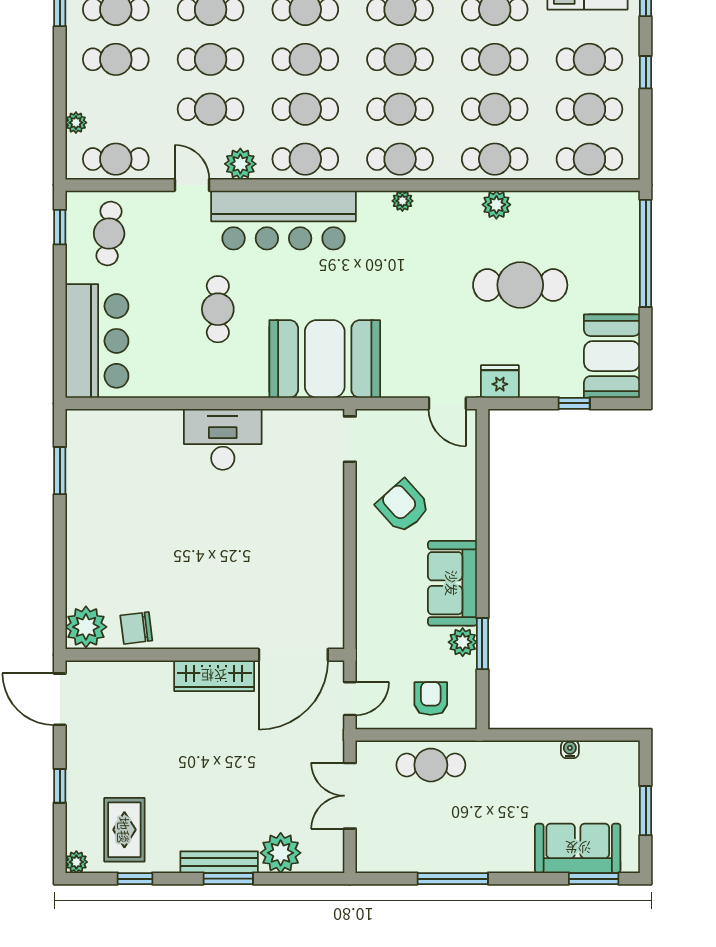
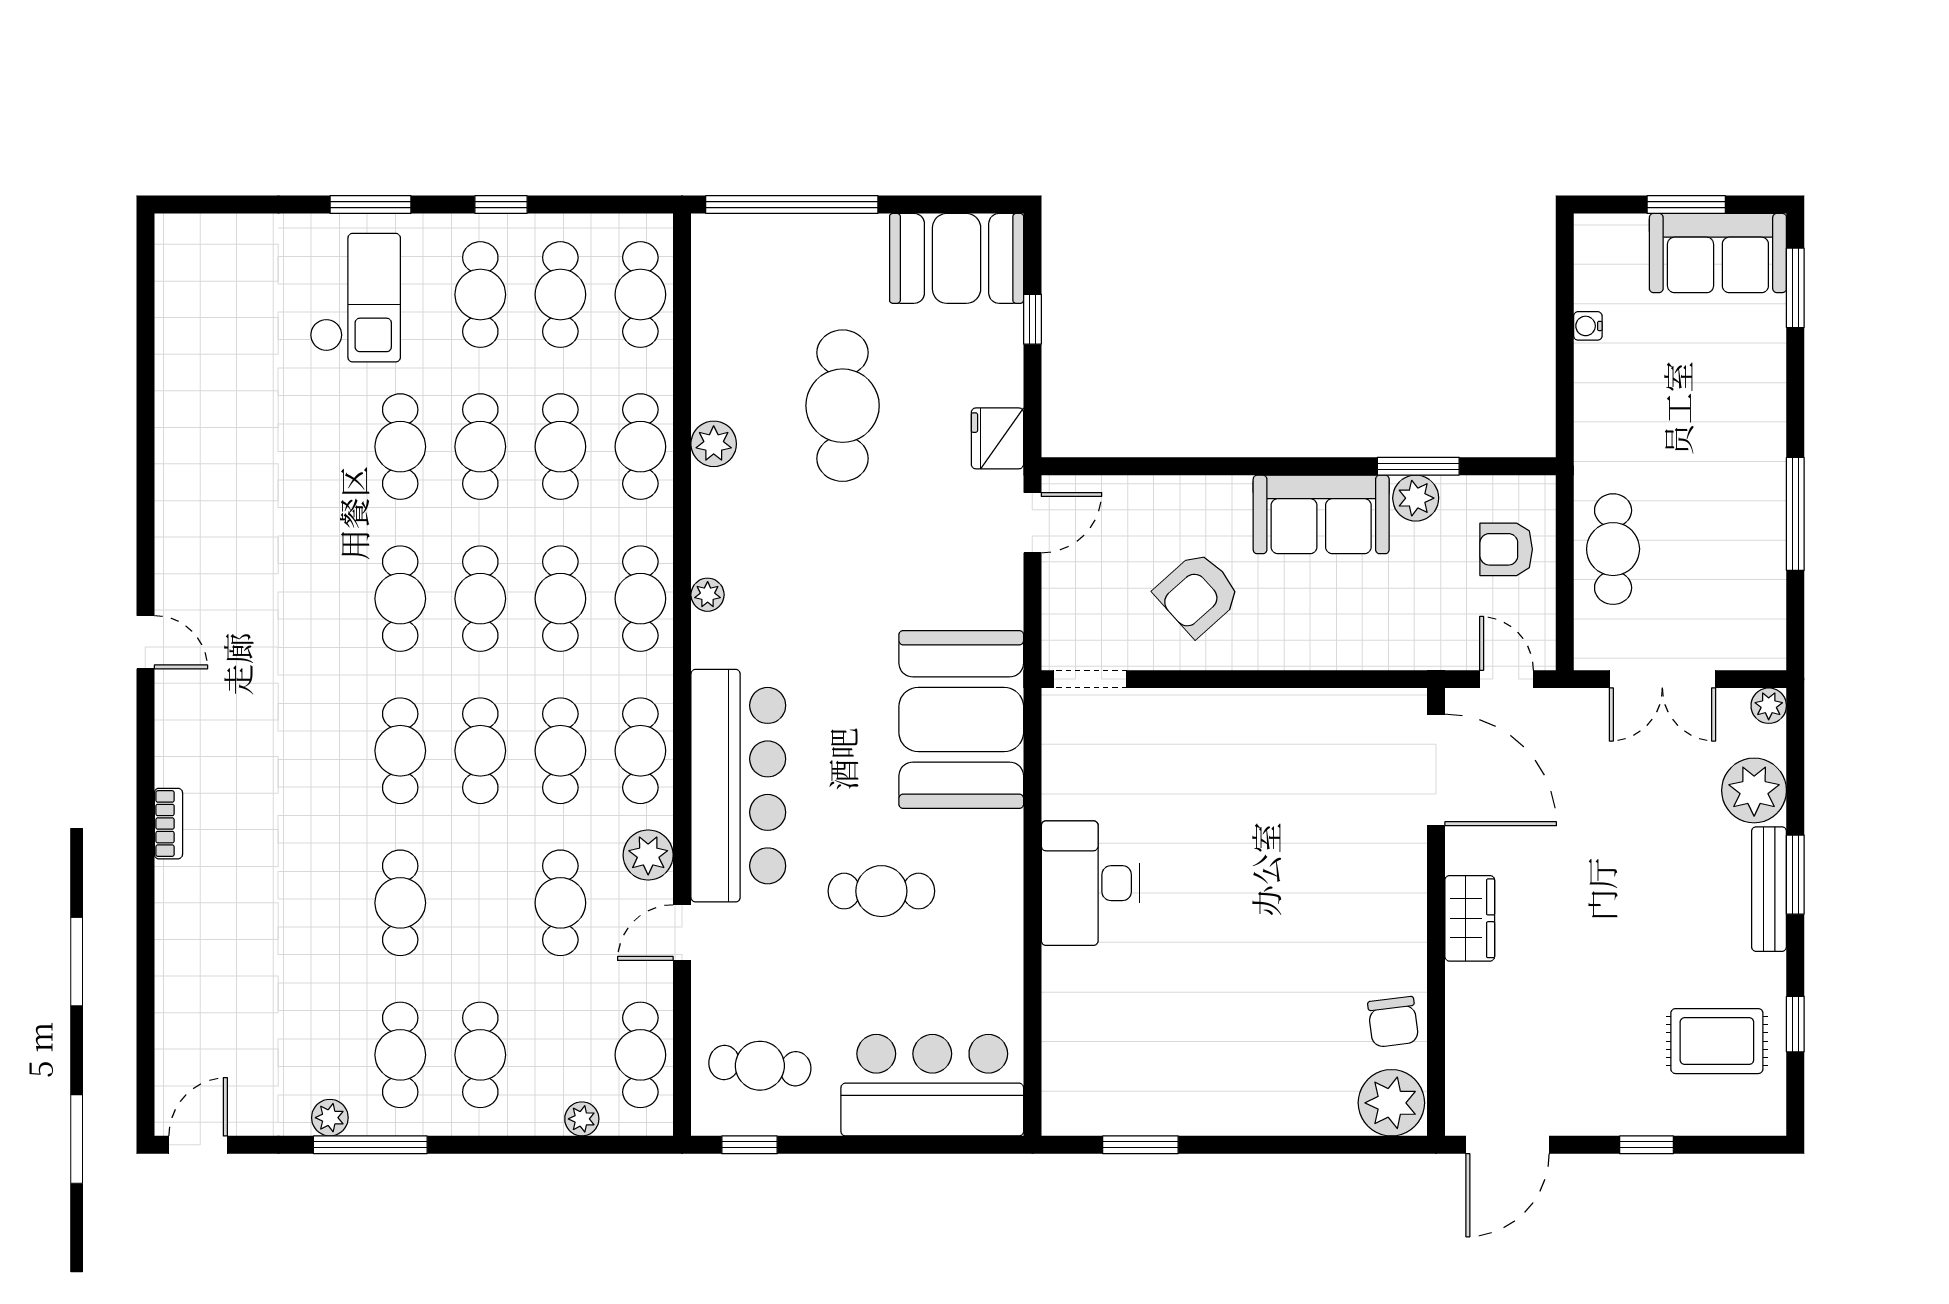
cafe table: (211, 59) -> (480, 903), removed
wardrobe: (214, 676) -> (1470, 918), width x0.67
sofa: (578, 848) -> (1718, 253), moved, turned -90
plant: (76, 862) -> (1769, 706), moved

